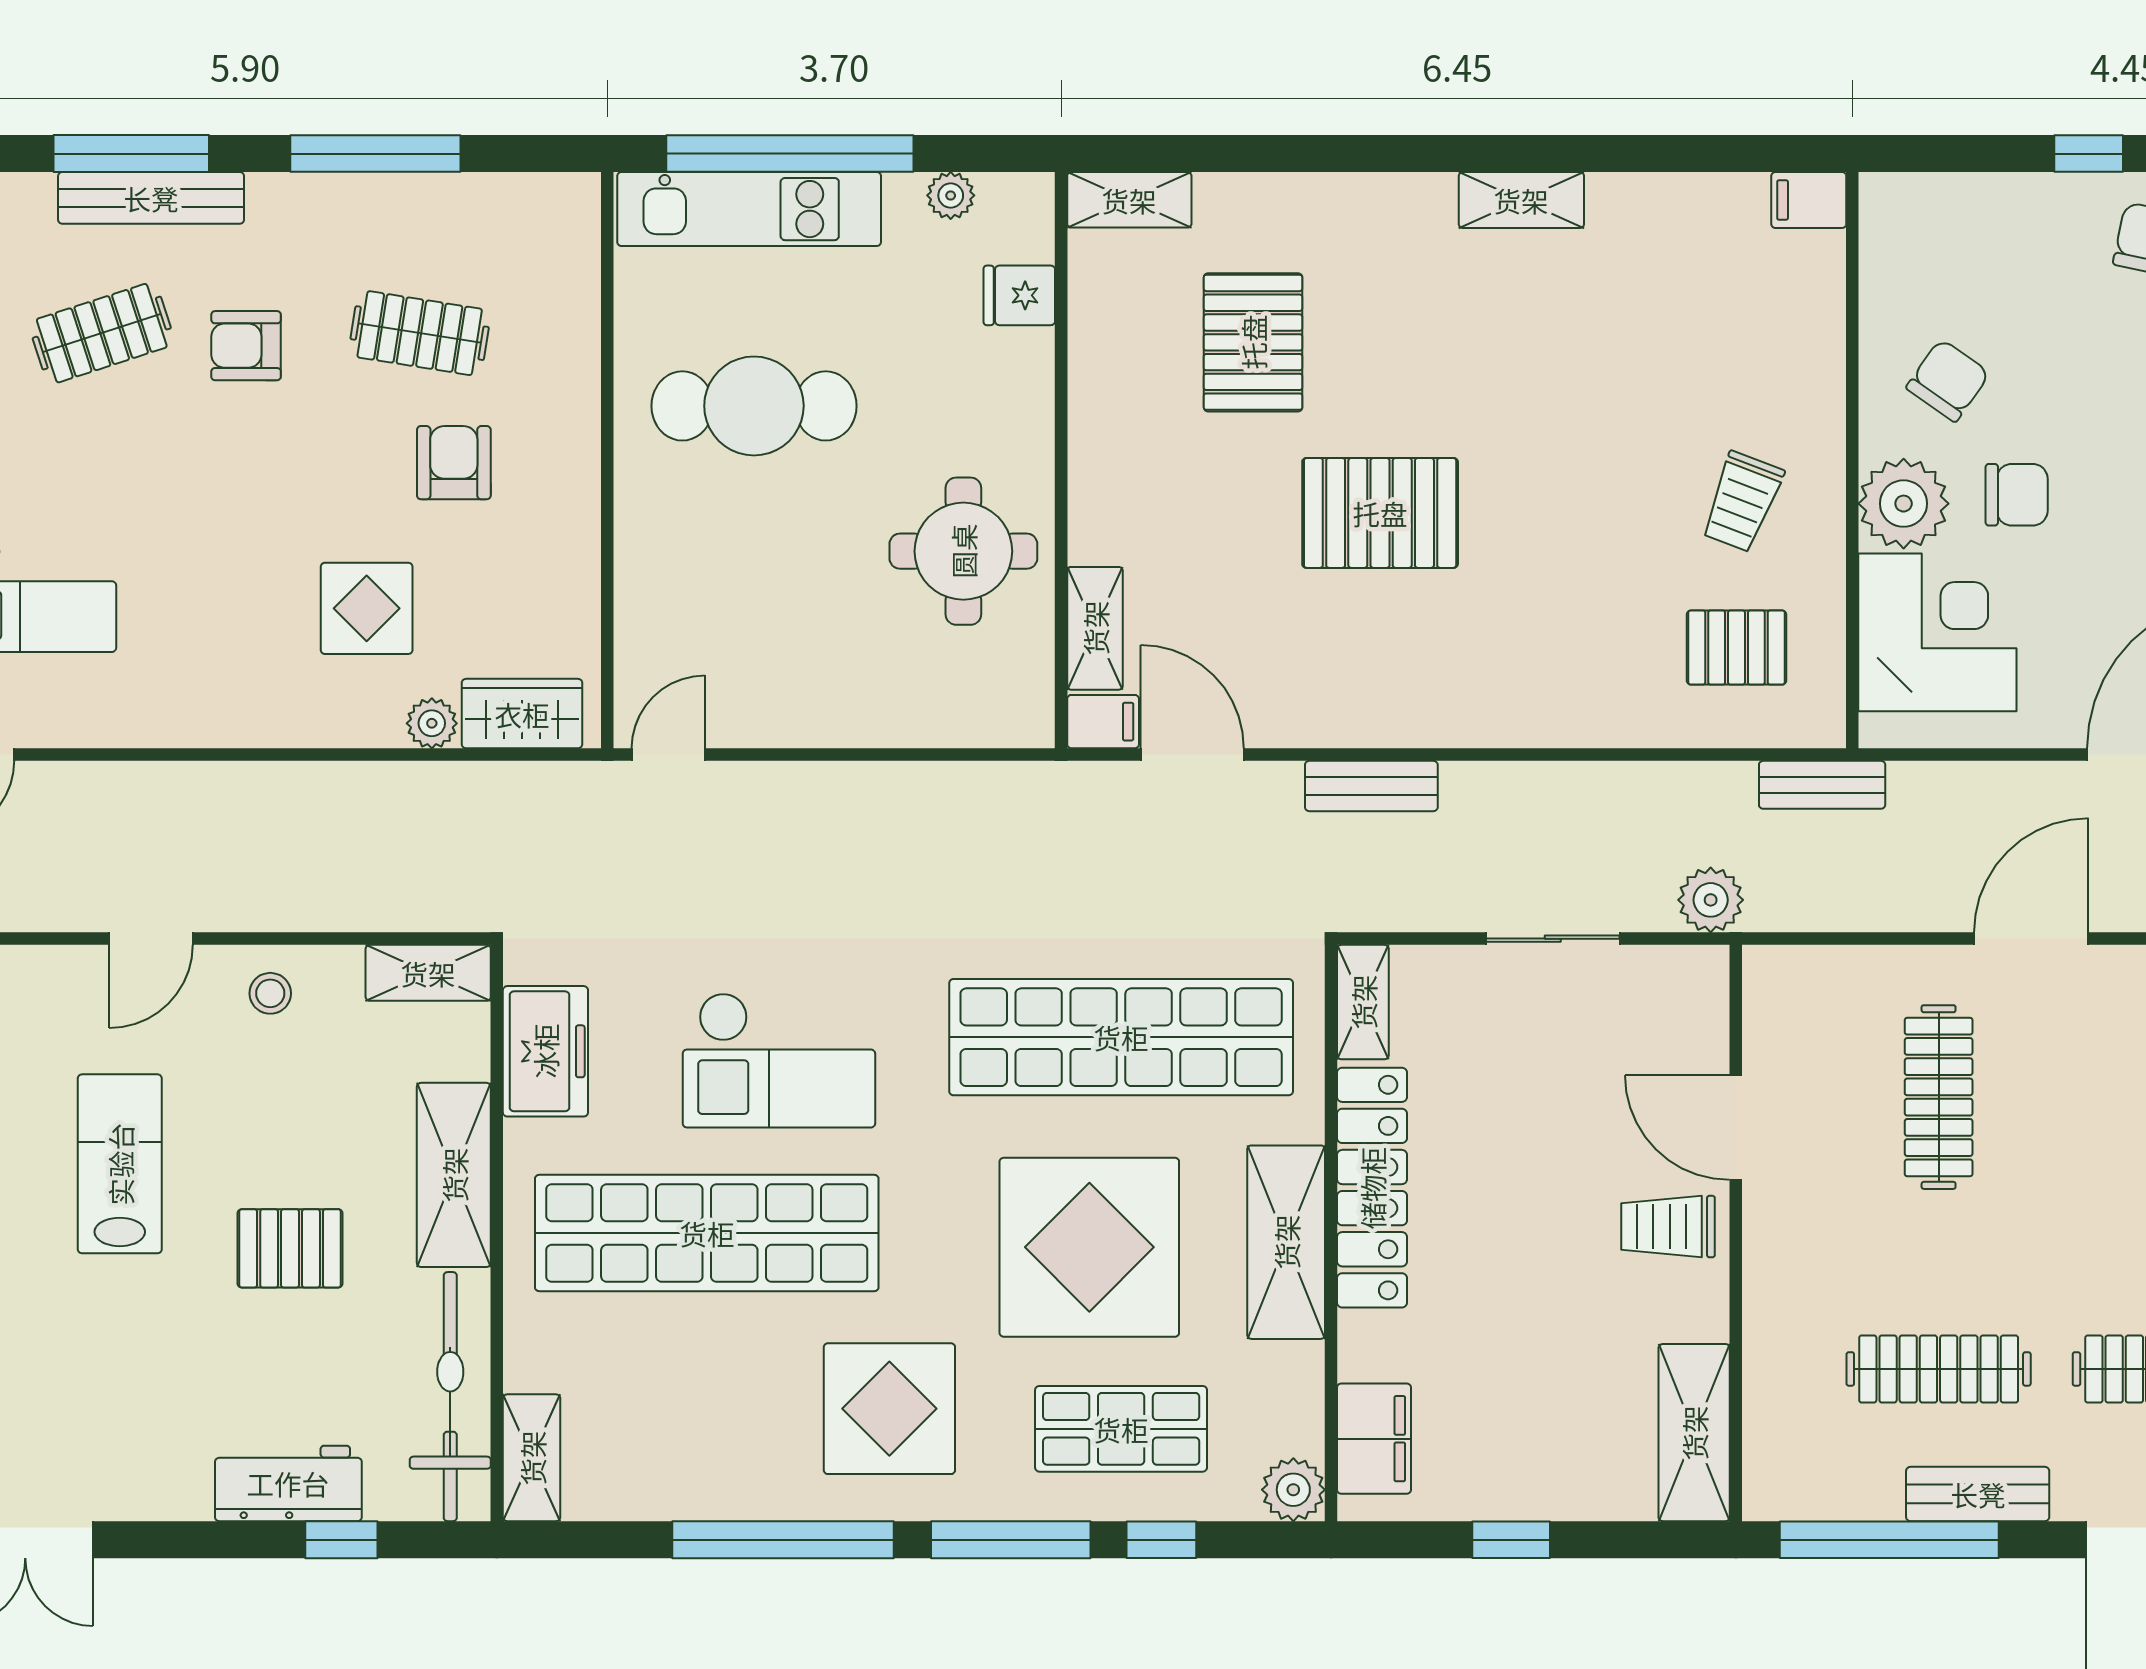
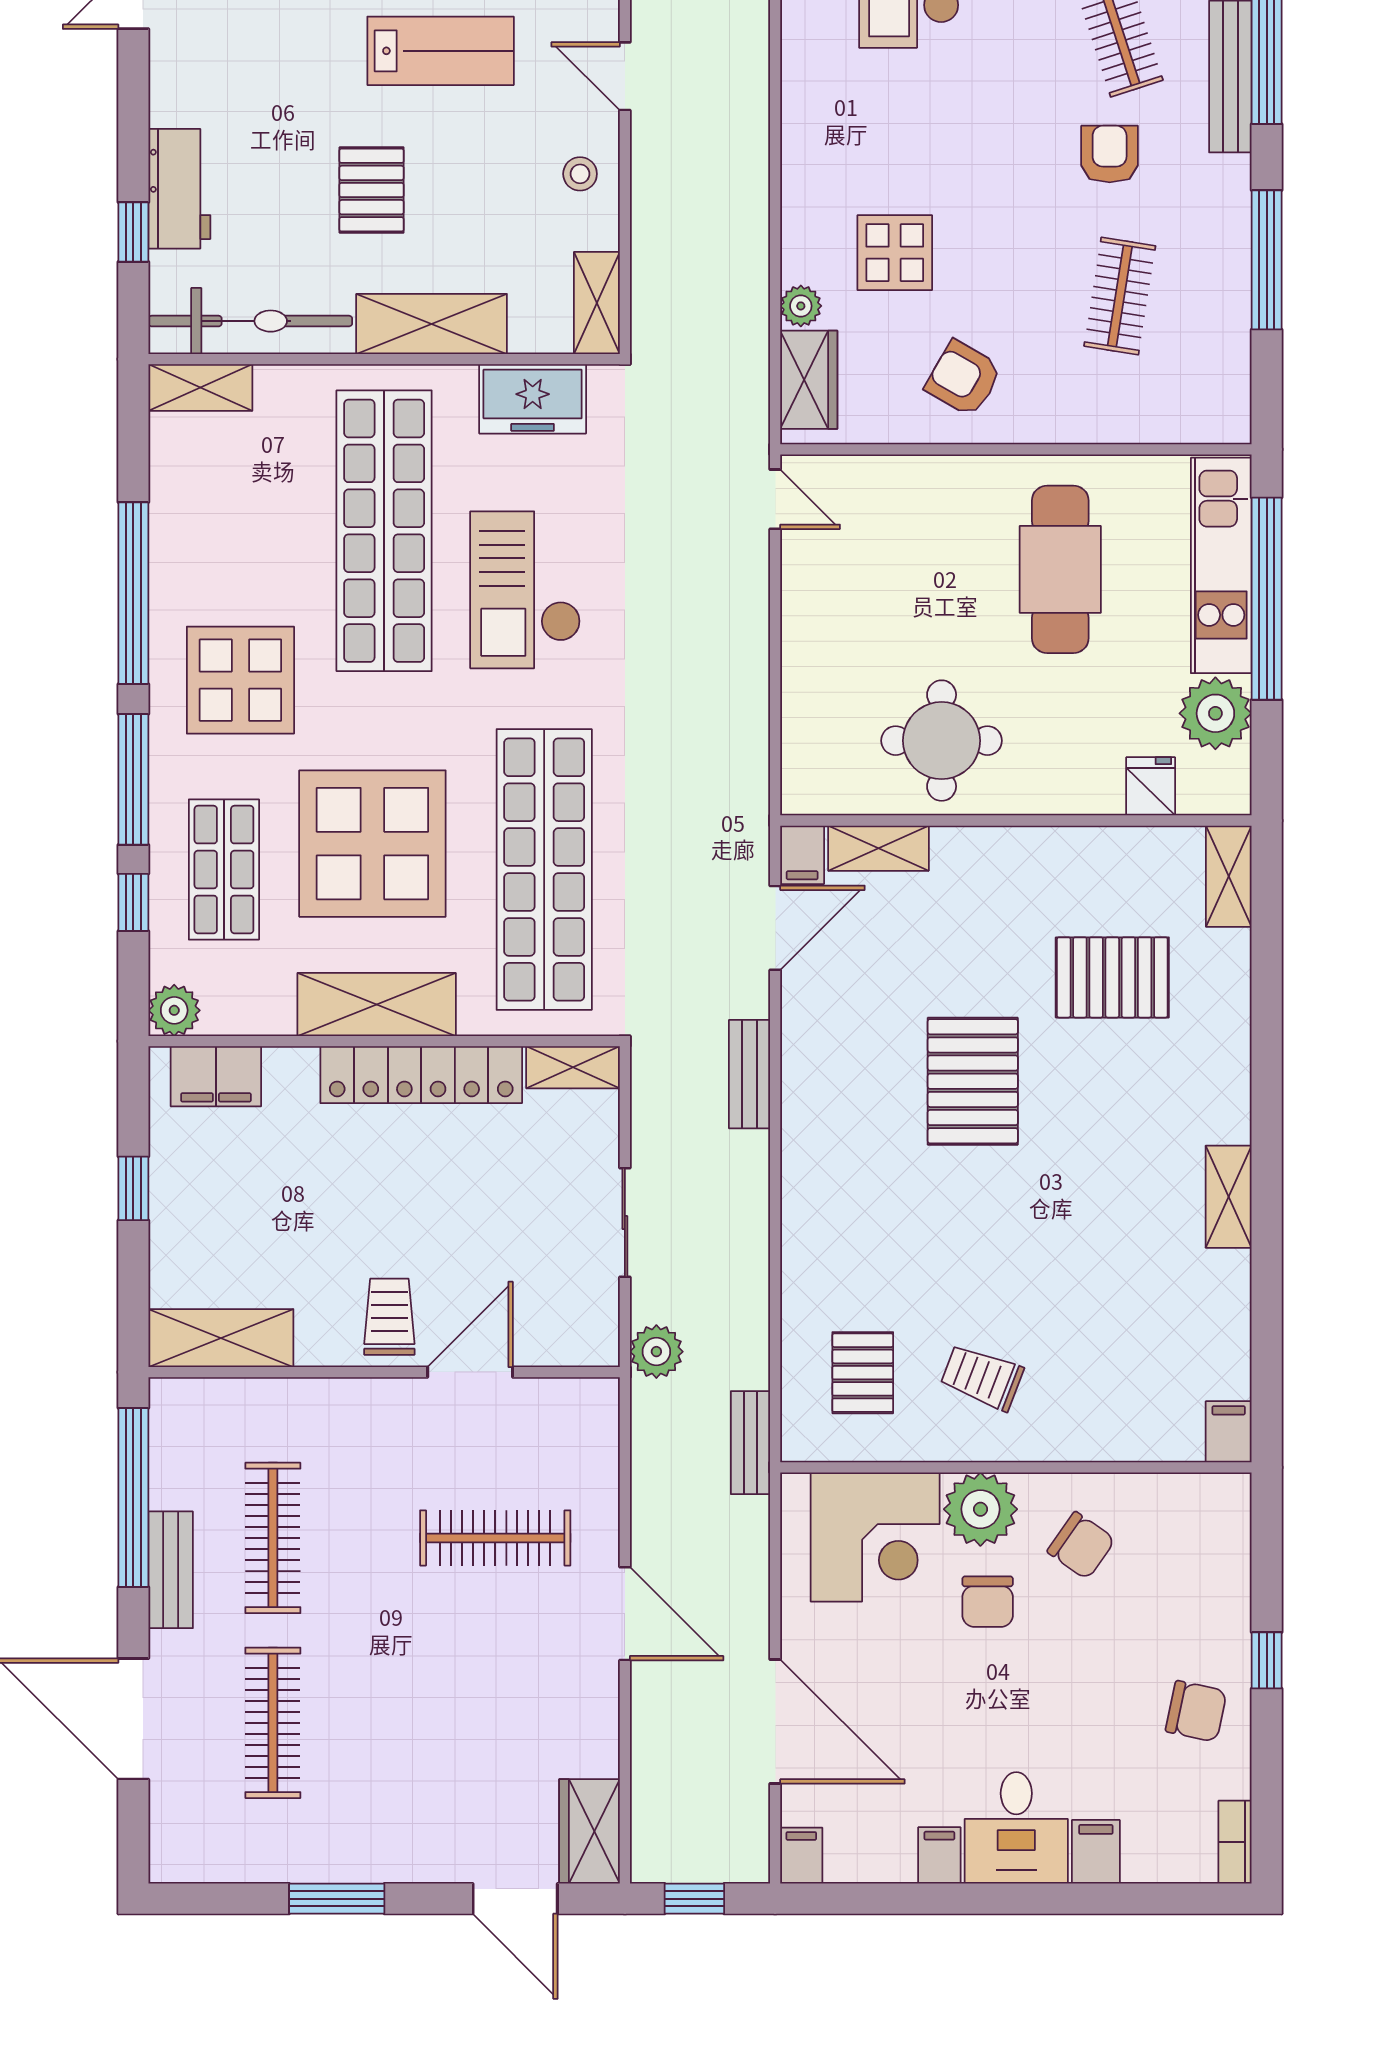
plant: (951, 195) -> (1215, 713), width x1.87, depth x1.87
armchair: (454, 463) -> (964, 378), moved, turned -150

